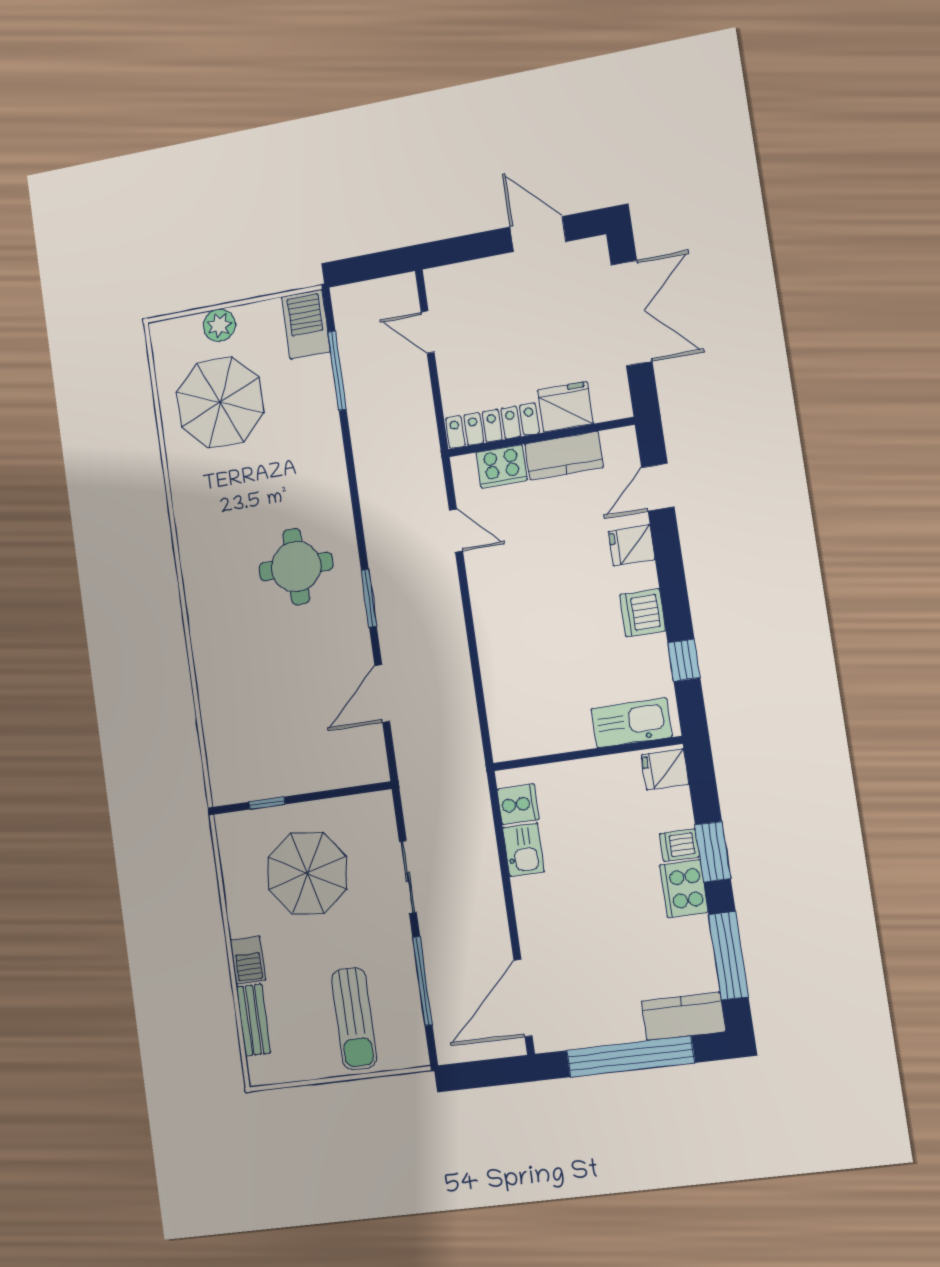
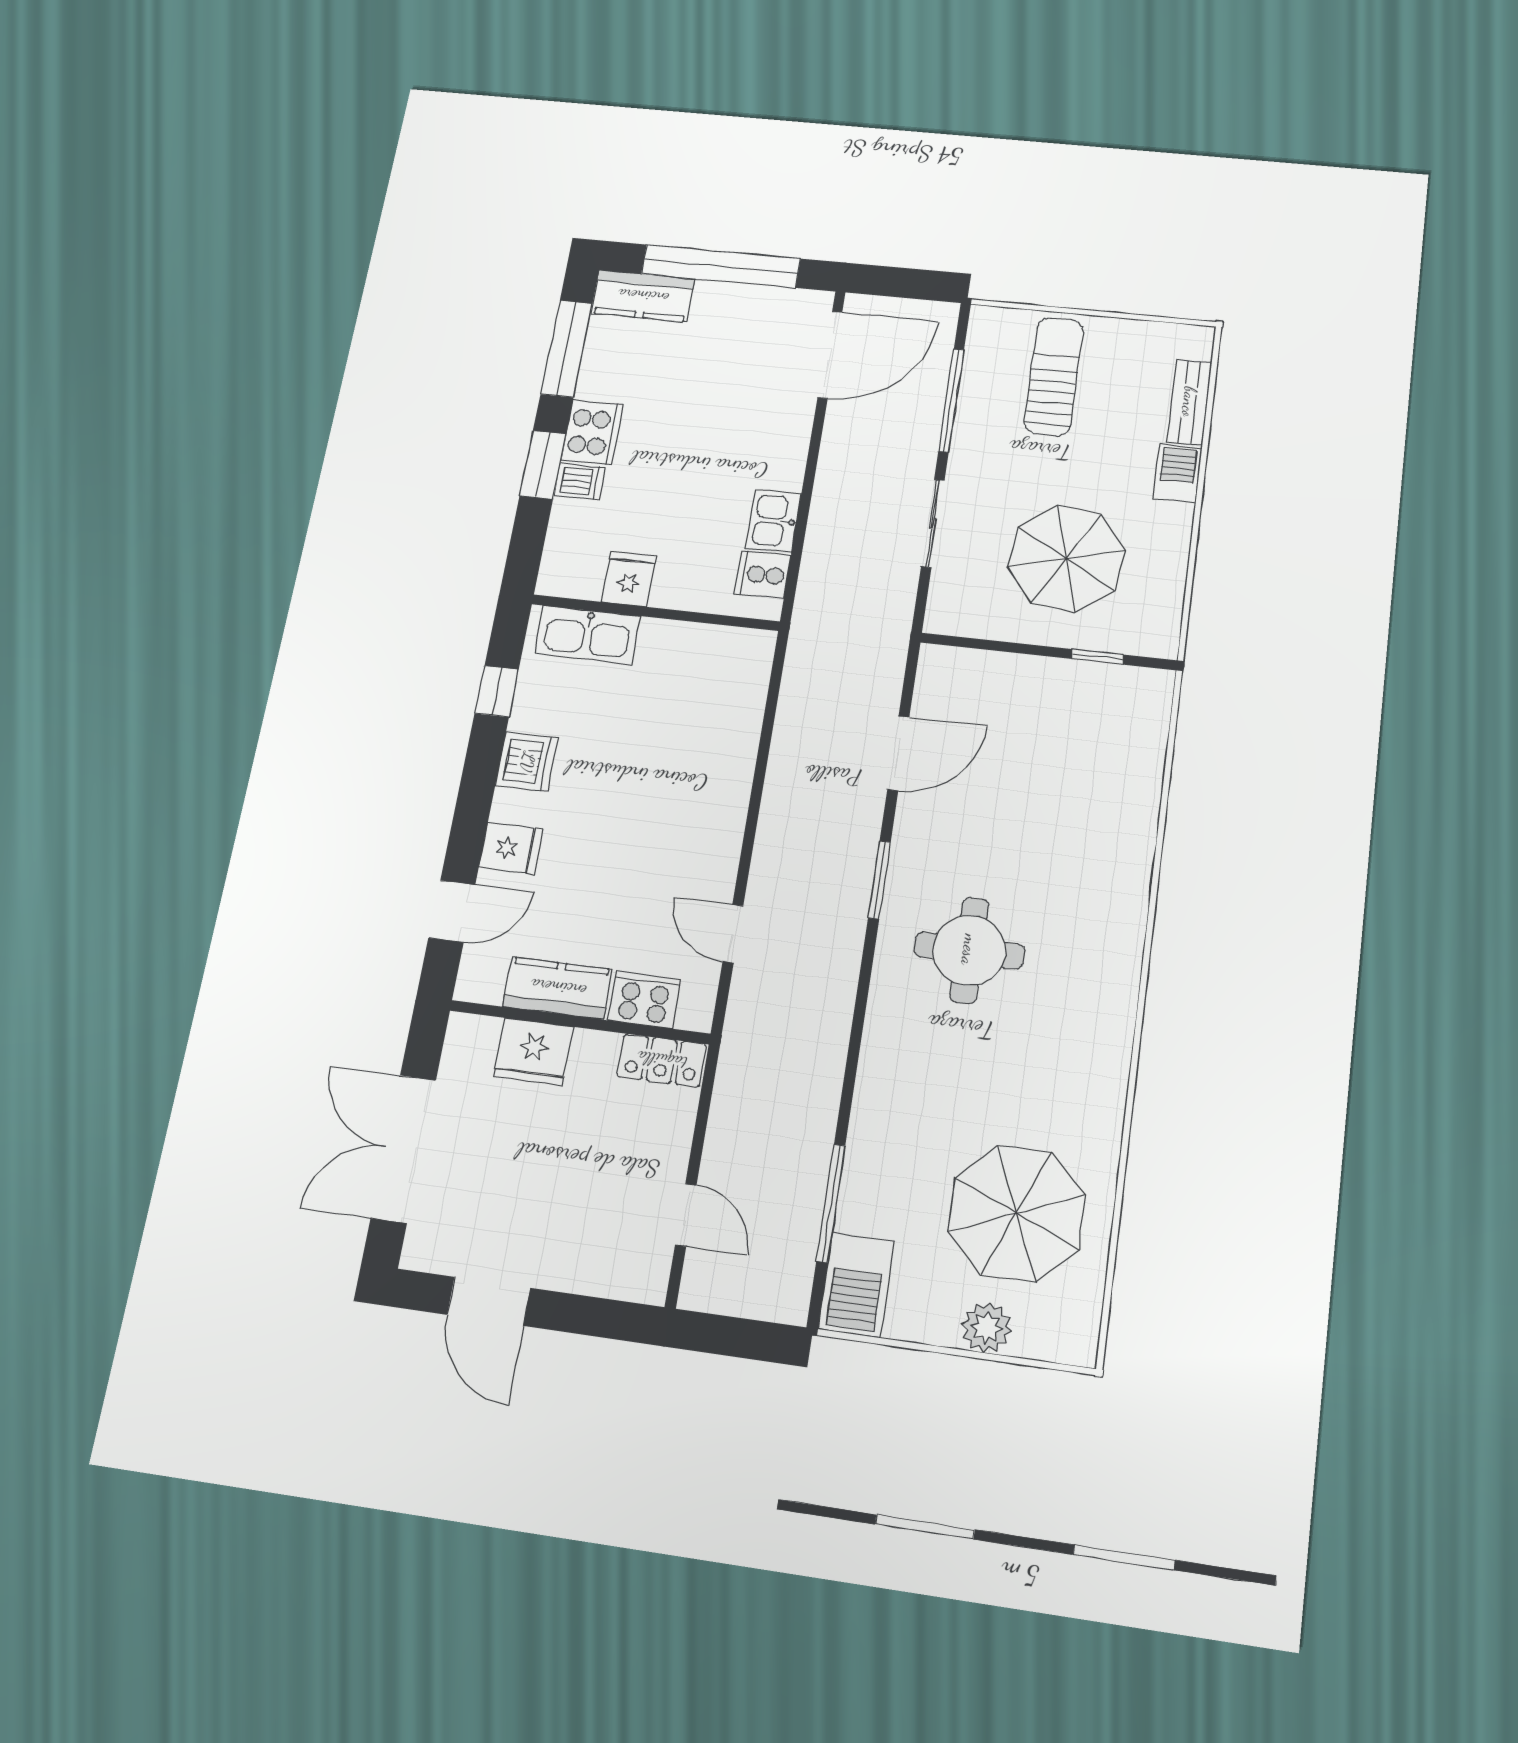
locker: (492, 426) -> (662, 1060), width x0.66
fridge: (665, 769) -> (629, 579), moved, turned -90

